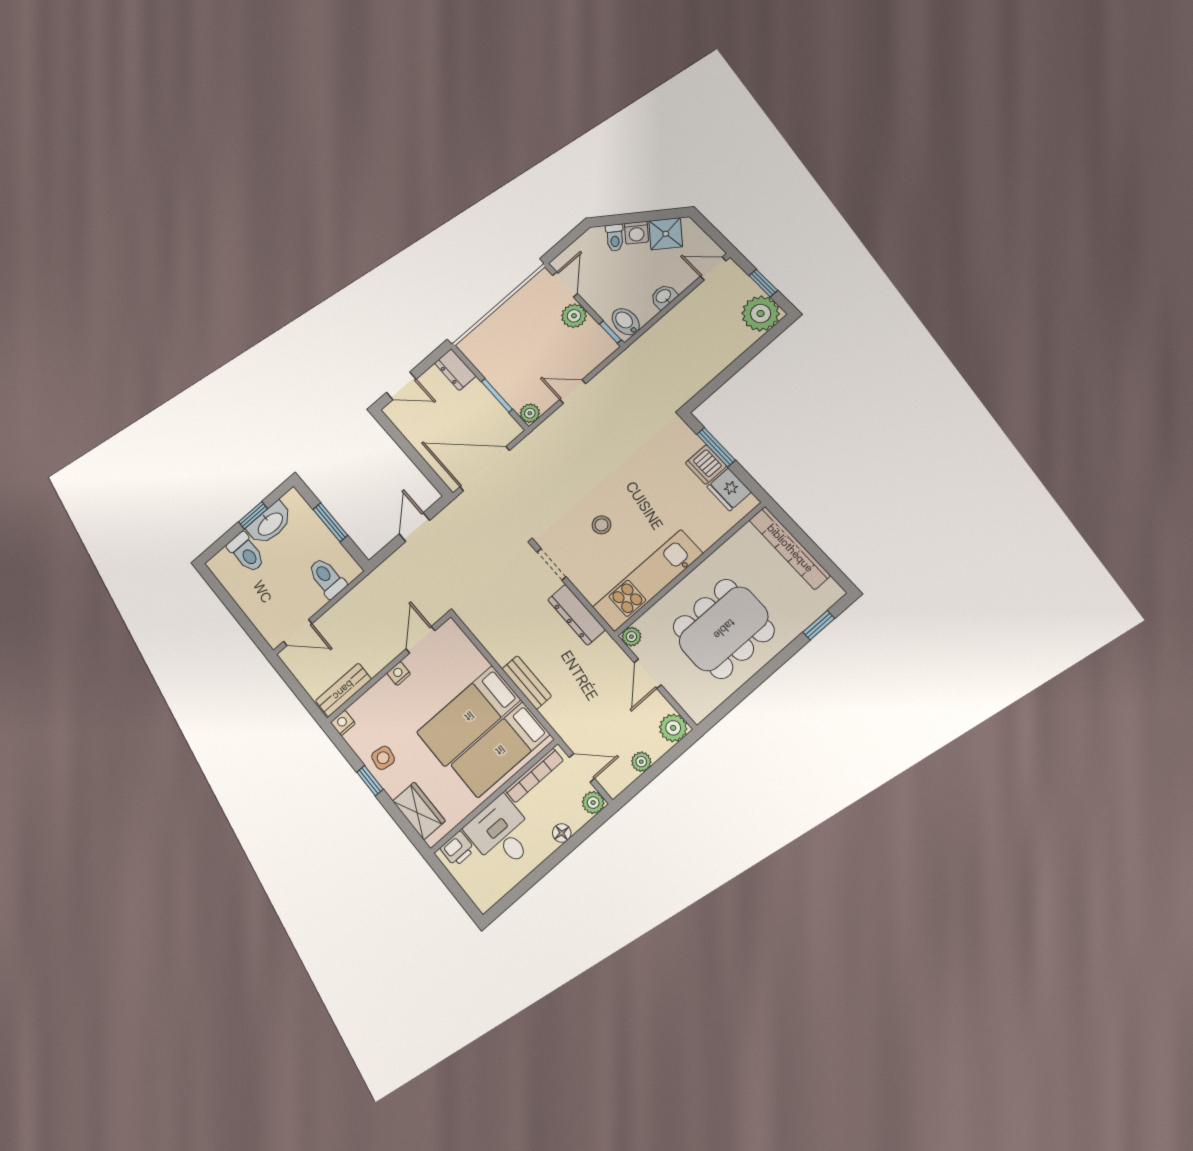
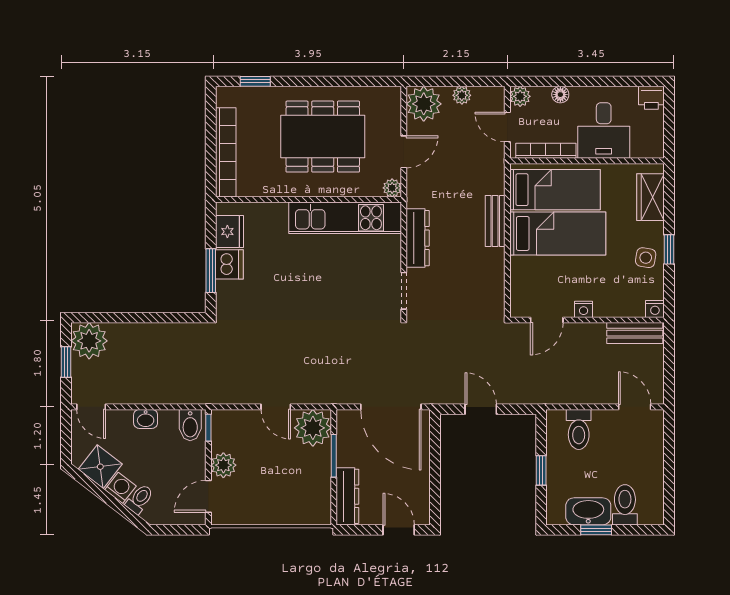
dresser: (455, 370) -> (347, 496), width x1.44
plant: (530, 413) -> (313, 428), width x1.87, depth x1.87
window: (330, 522) -> (541, 470), width x0.67
stool: (601, 525) -> (343, 287), removed
door: (414, 527) -> (481, 409), swing flipped
plant: (673, 728) -> (424, 104), width x1.36, depth x1.36
printer: (457, 849) -> (651, 98), moved, turned 180

